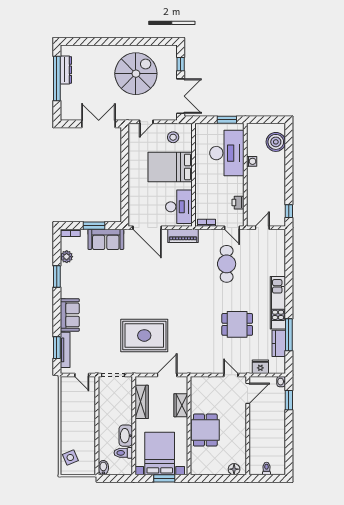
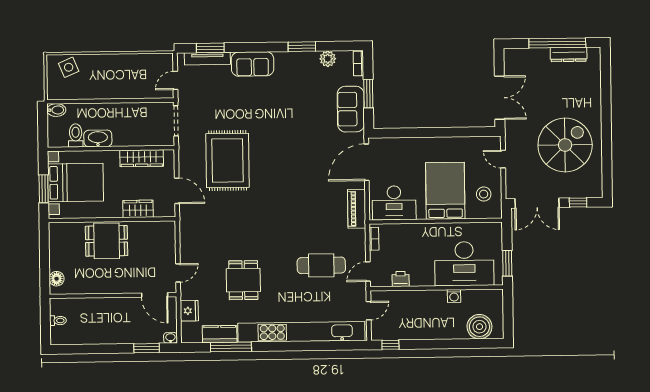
spiral stairs: (136, 74) -> (565, 145), turned -90
door: (262, 228) -> (369, 311), hinge flipped
kitchen unit: (278, 303) -> (301, 332), width x1.86

